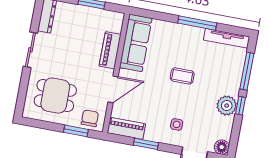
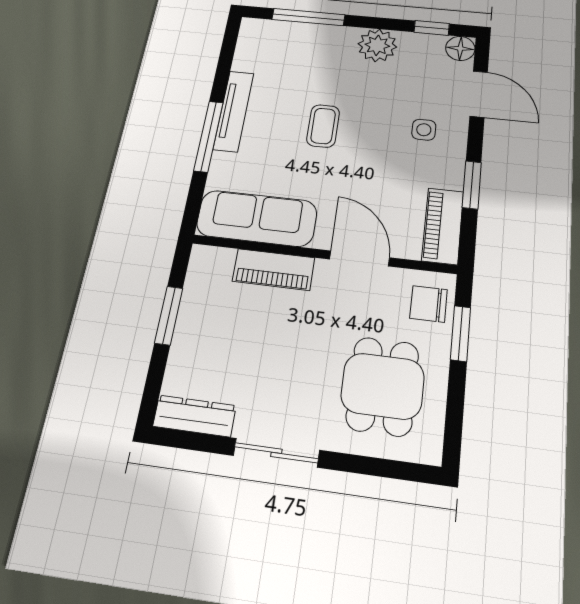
window: (197, 23) -> (209, 136), moved
tv unit: (227, 38) -> (234, 111), moved
window: (240, 106) -> (432, 28), moved

